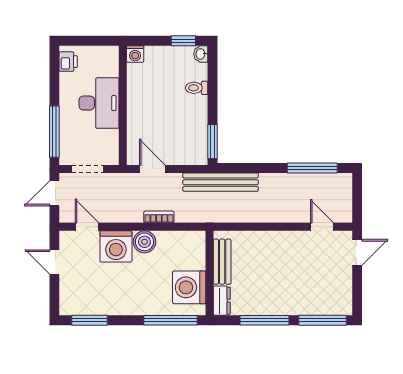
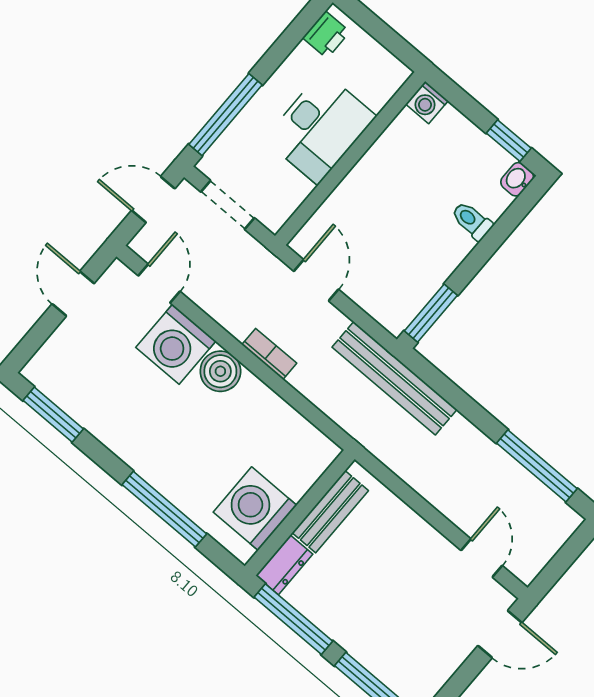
bench: (222, 262) -> (330, 512), moved
wall: (210, 273) -> (300, 513), moved
washing machine: (189, 287) -> (255, 509), moved
dresser: (222, 301) -> (284, 565), moved

